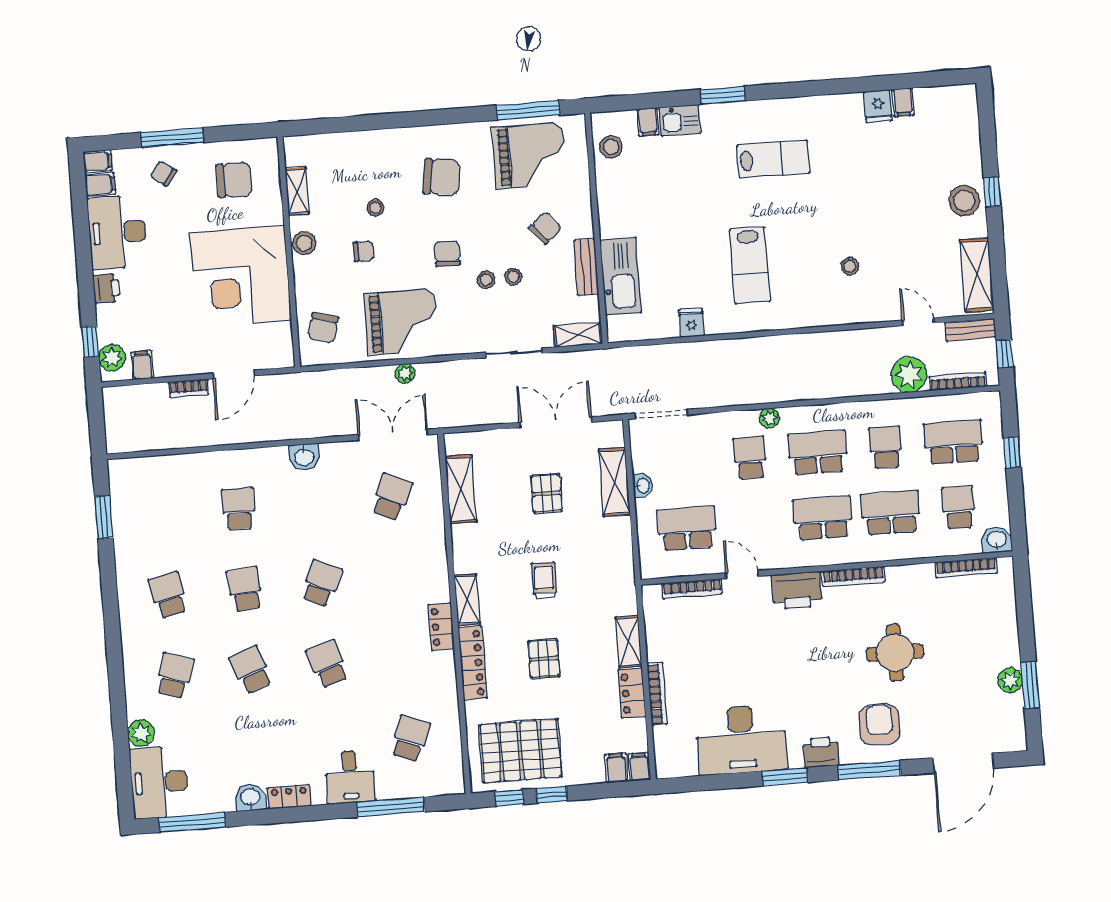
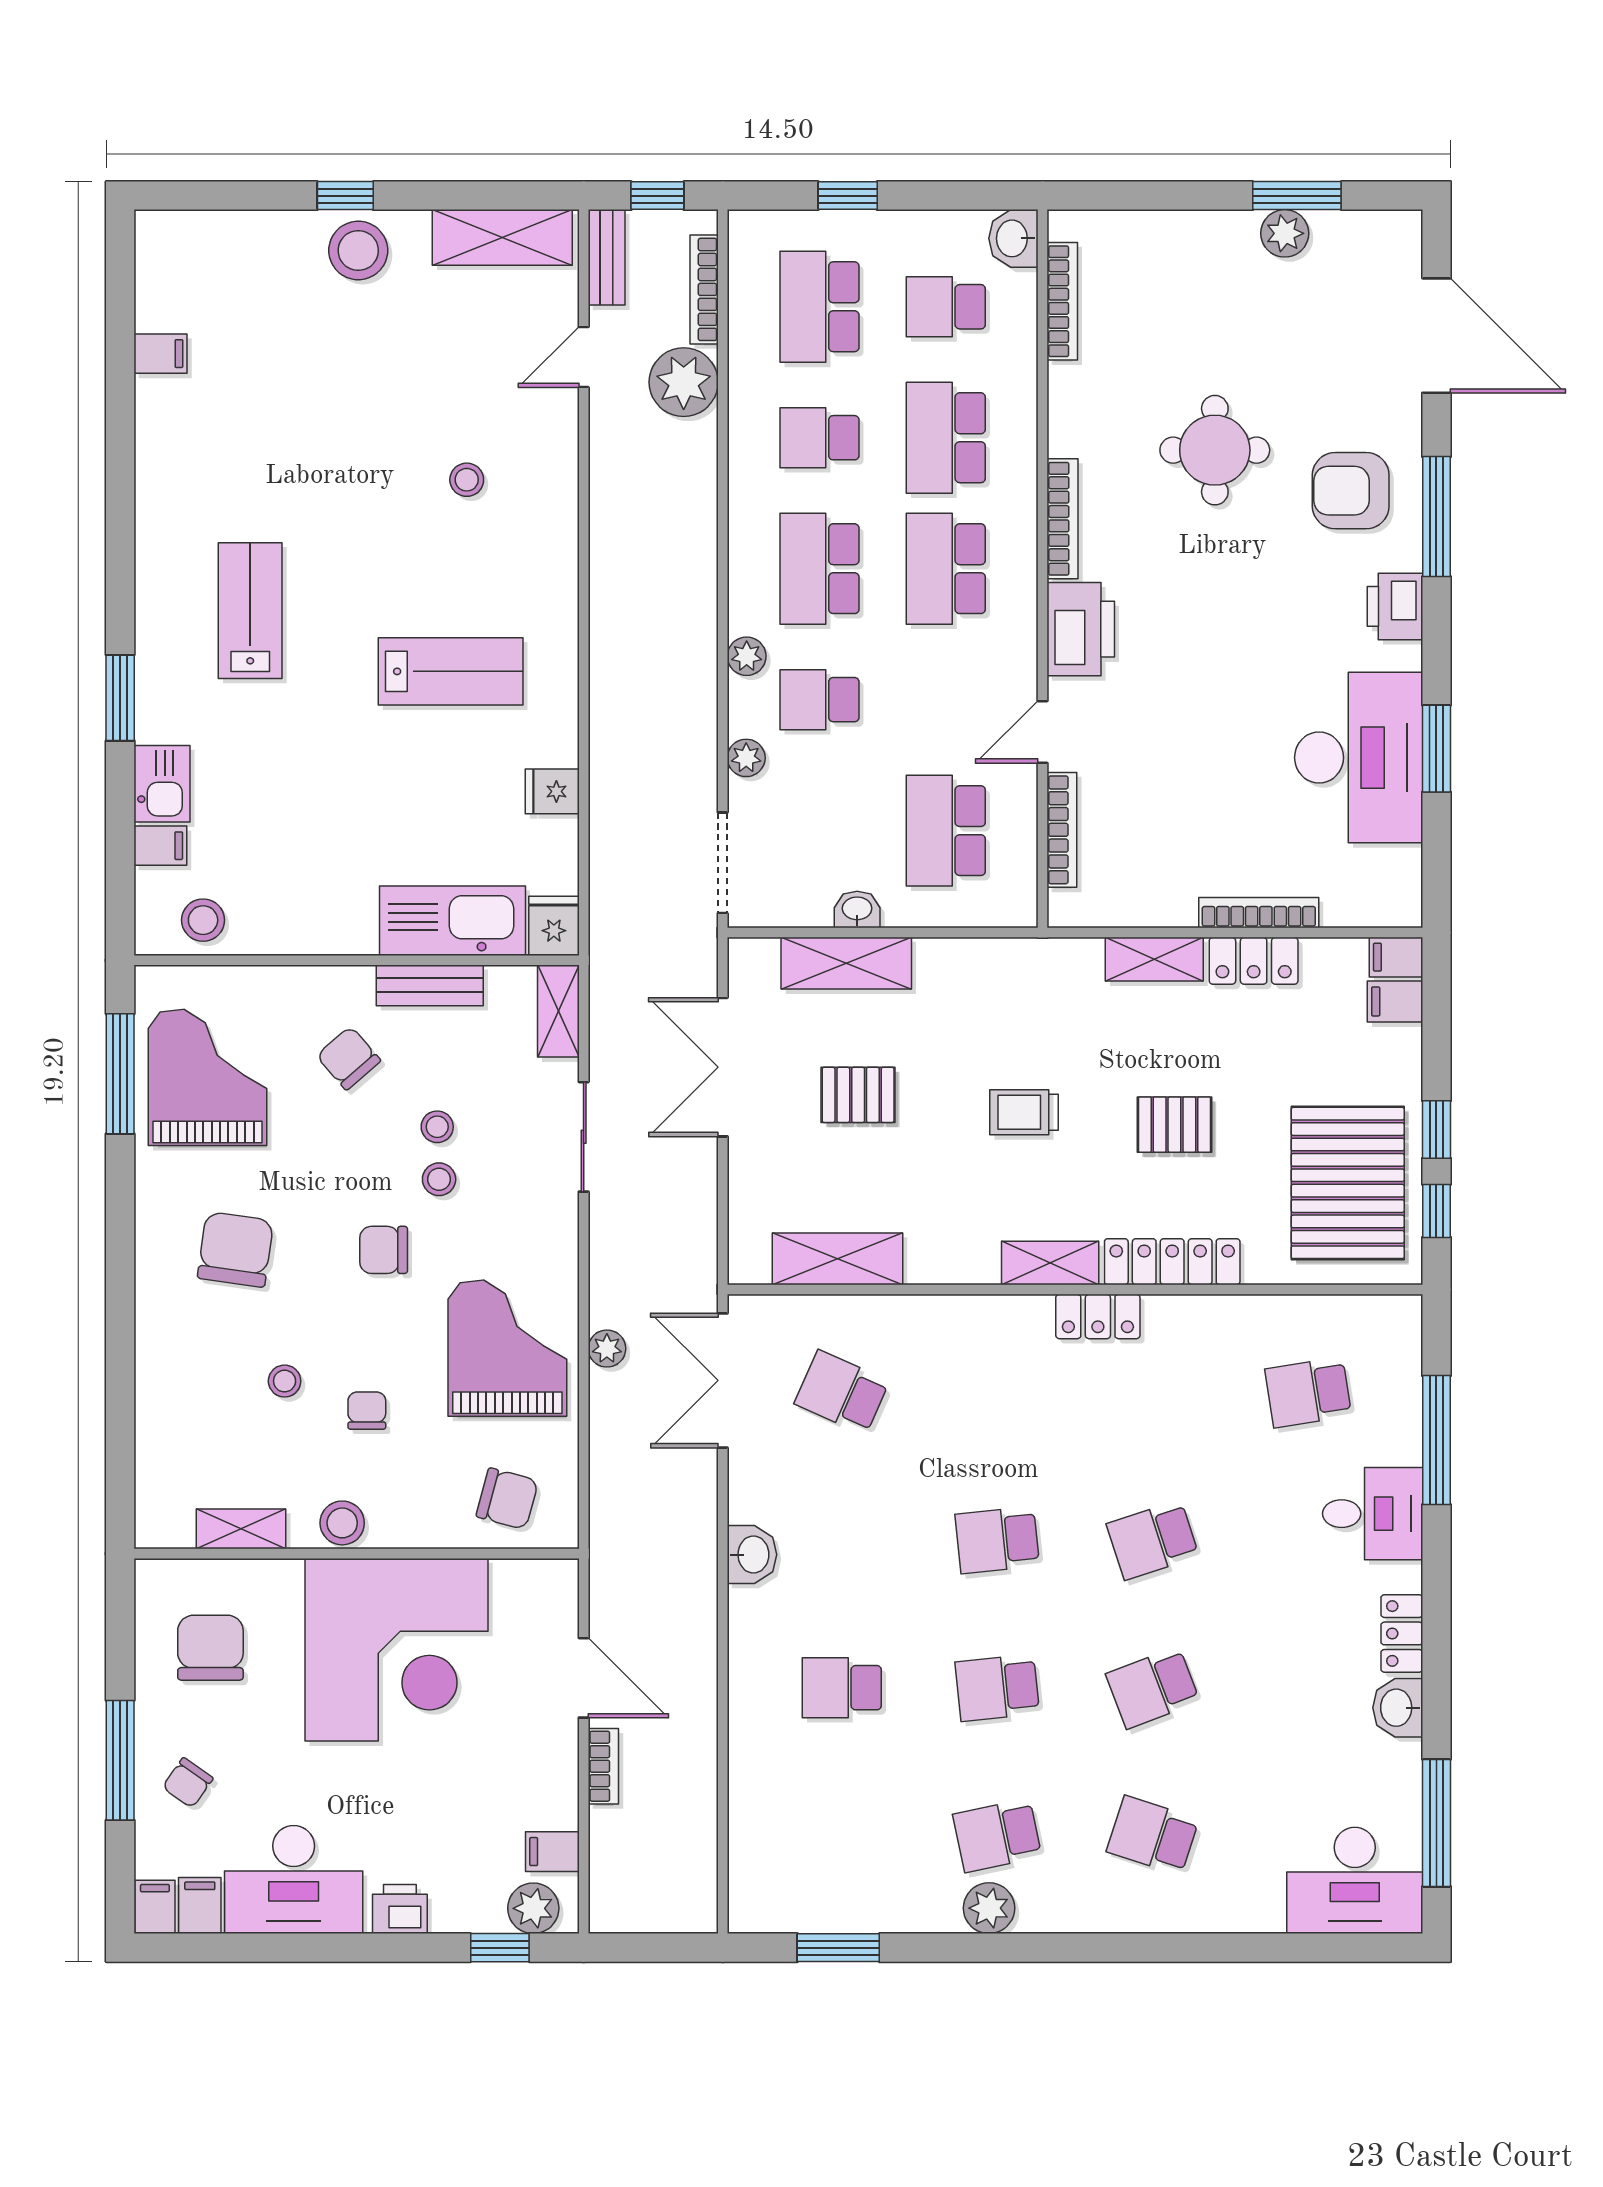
fridge: (878, 106) -> (554, 926), moved, turned -90
plant: (717, 422) -> (746, 758), added
school desk: (321, 583) -> (997, 1540), turned -30
plant: (141, 733) -> (989, 1908), moved
school desk: (410, 739) -> (1308, 1392), turned -30
window: (785, 777) -> (1436, 749), moved

